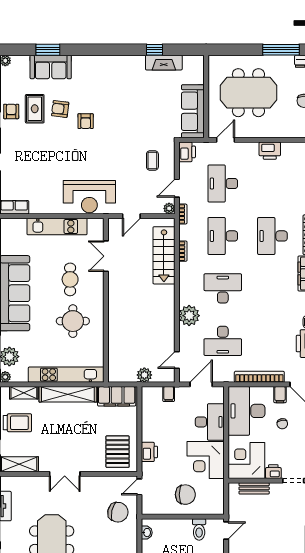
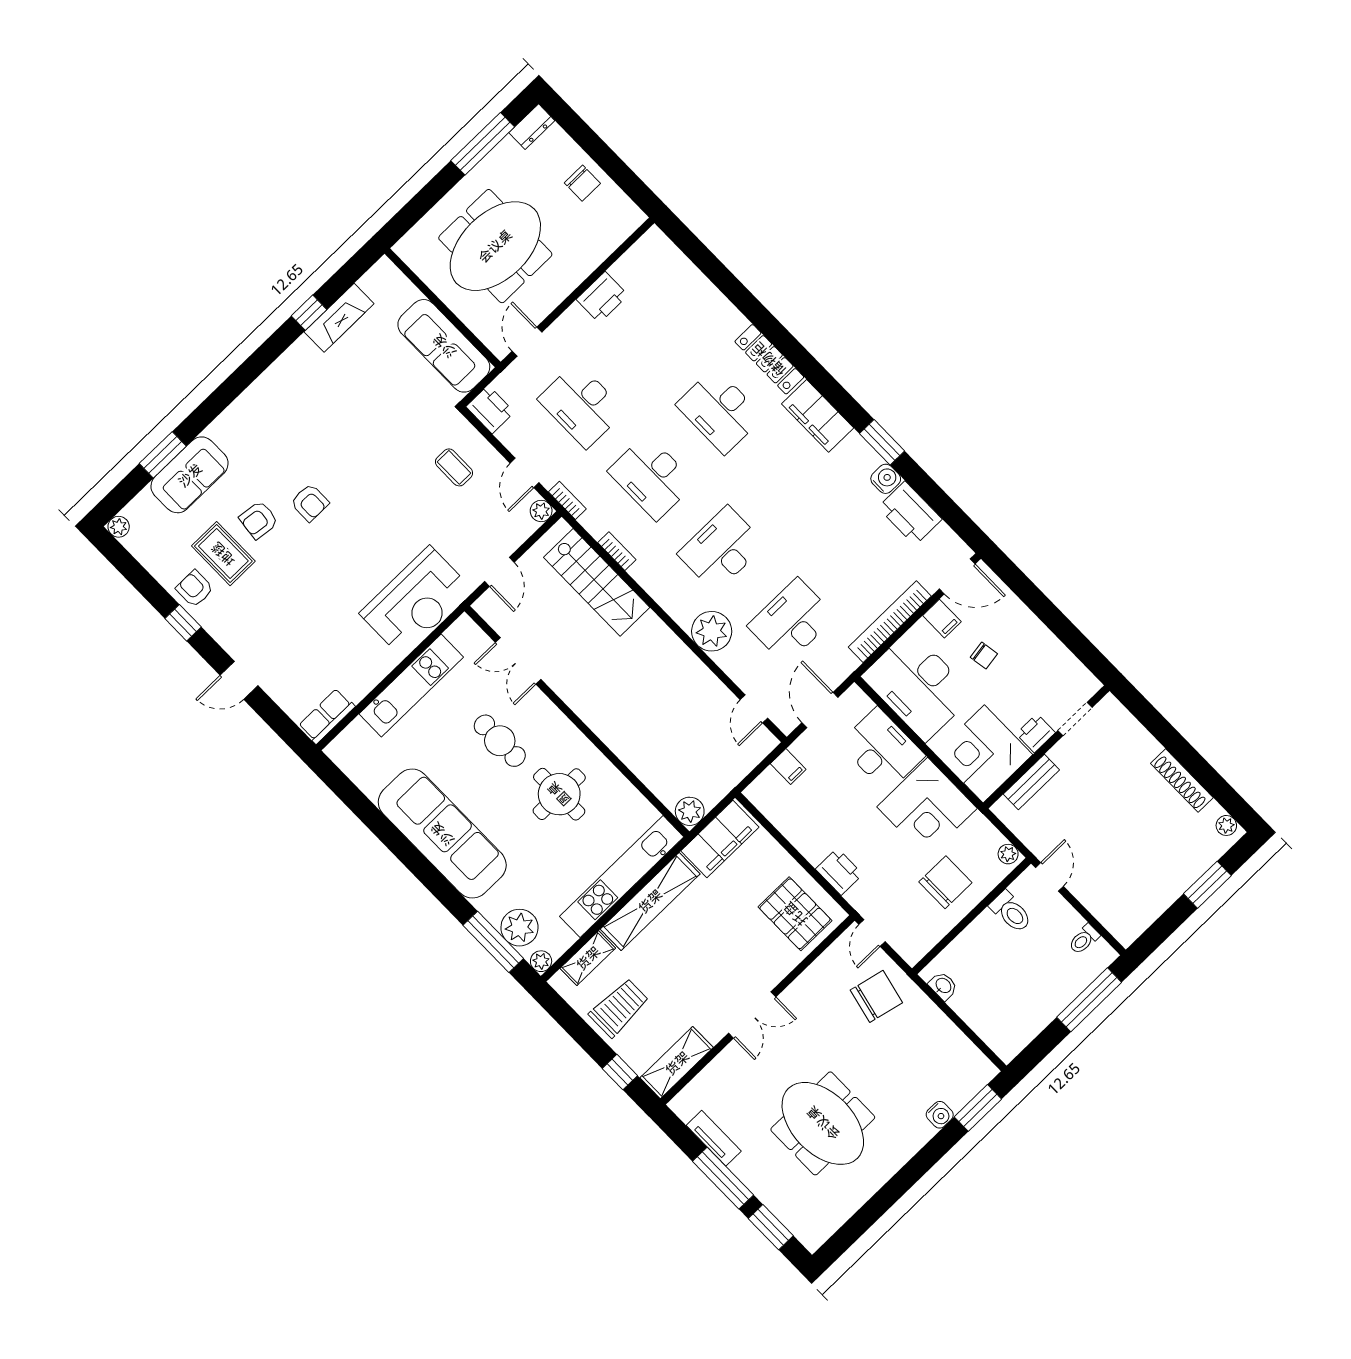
desk: (223, 341) -> (792, 621), turned 180
plant: (144, 375) -> (690, 811), moved
plant: (219, 507) -> (1008, 854), added

